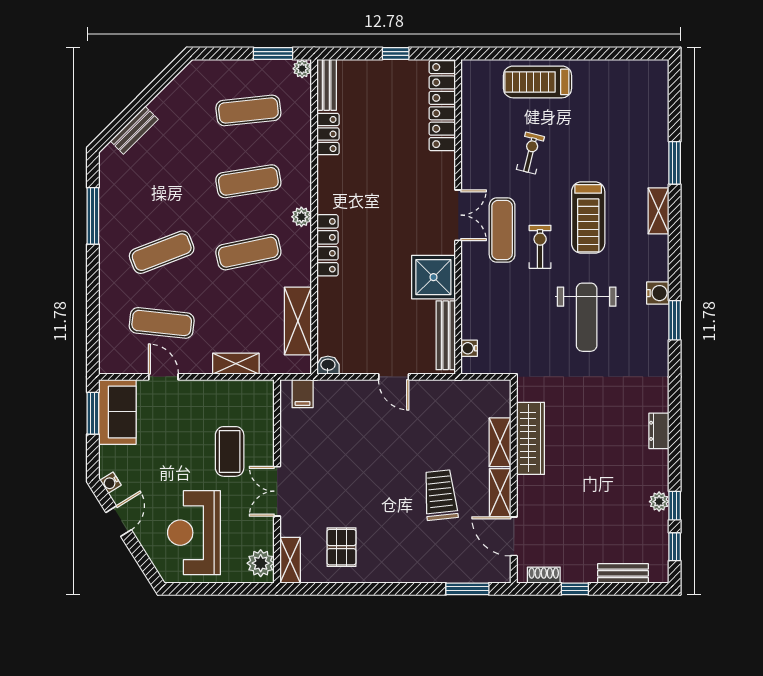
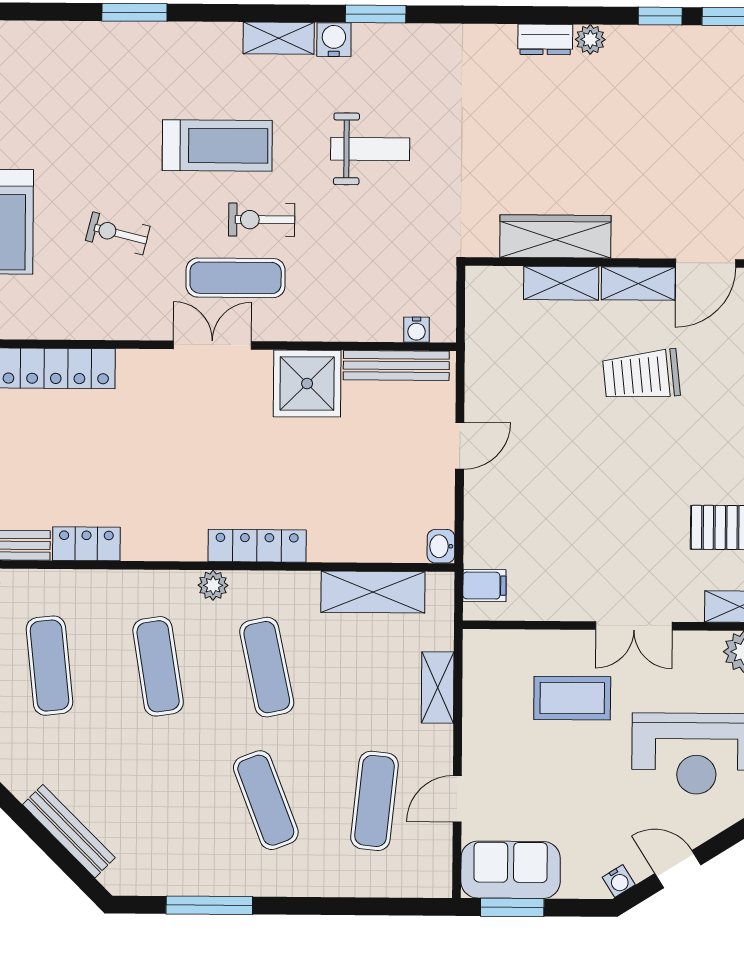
bench: (134, 130) -> (69, 831), width x1.36
shelving: (658, 211) -> (279, 38), moved
weight bench: (587, 317) -> (370, 149), width x0.73, depth x0.75
plant: (659, 502) -> (590, 39), moved

